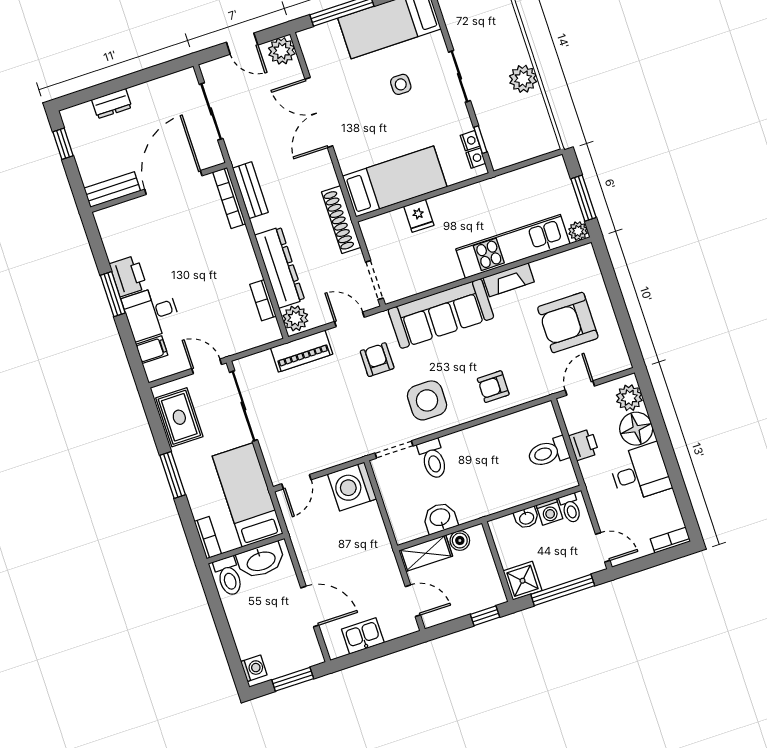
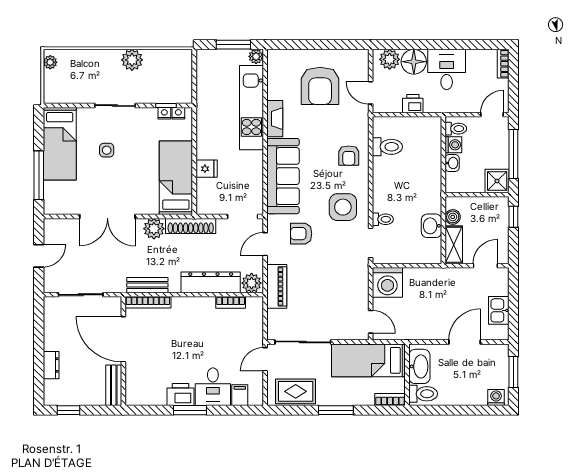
plant: (282, 51) -> (154, 229), moved
toilet: (548, 452) -> (387, 147), moved, turned -90
toilet: (433, 459) -> (383, 219), width x0.73, depth x0.72

